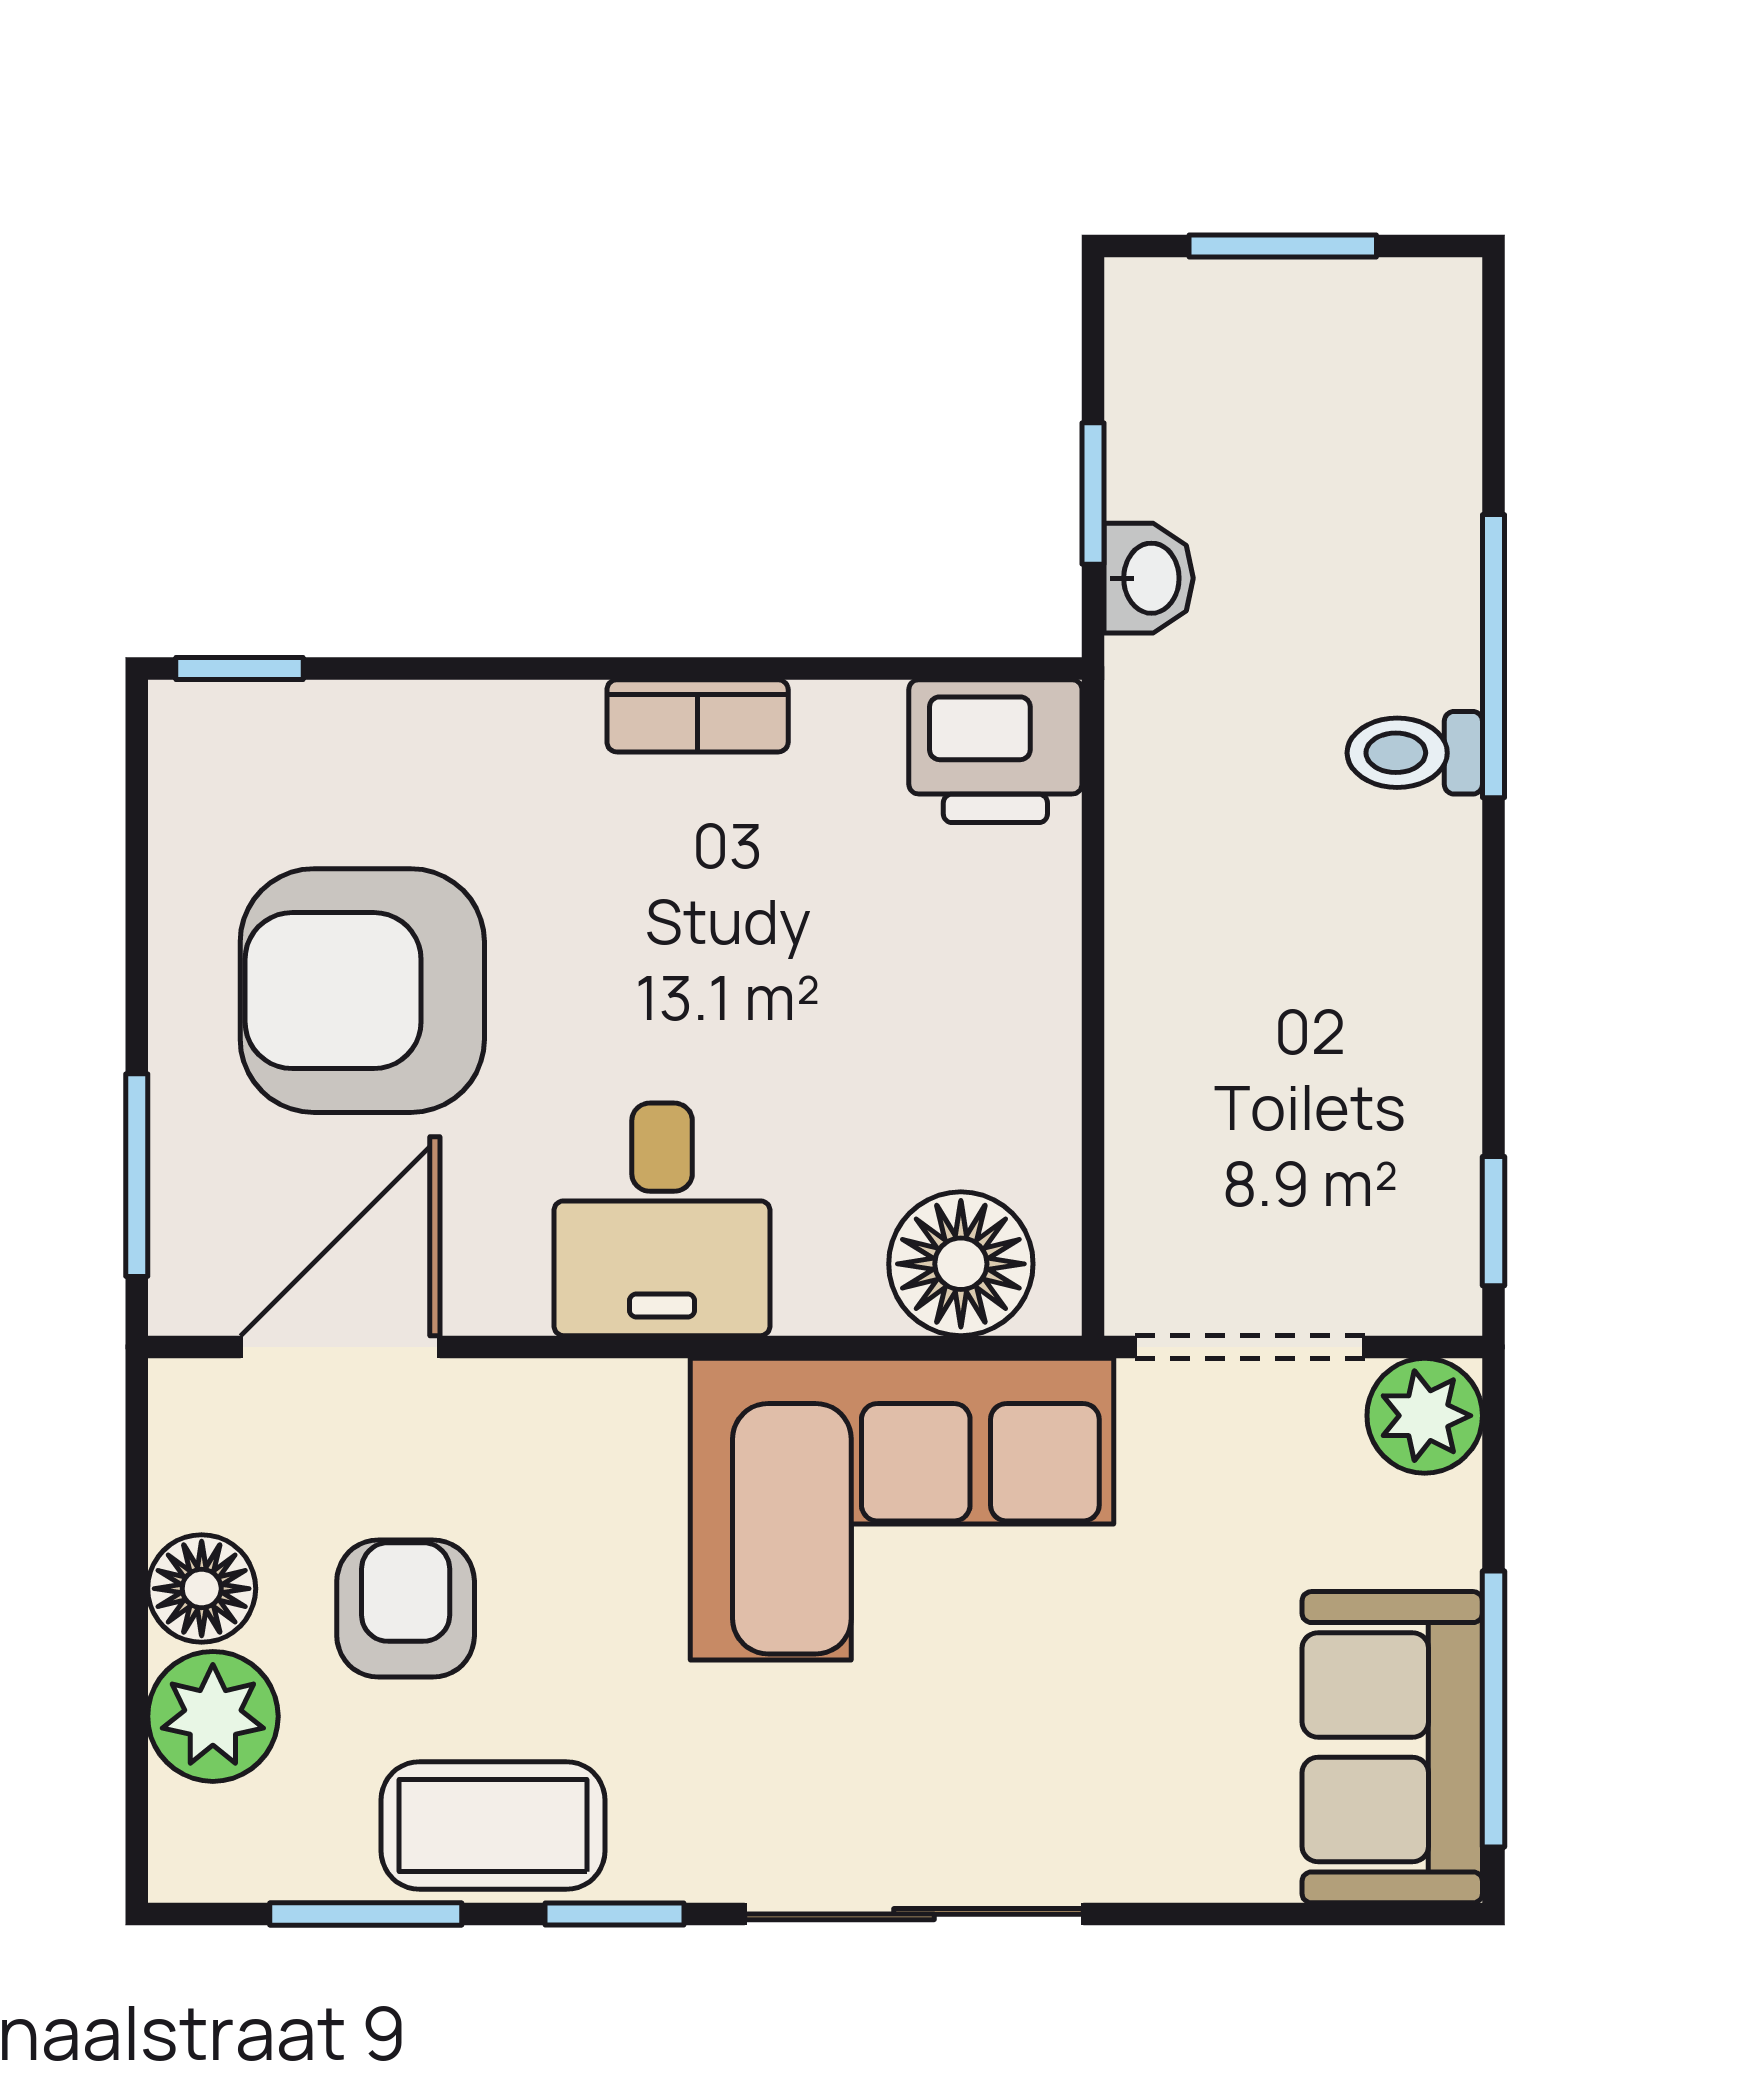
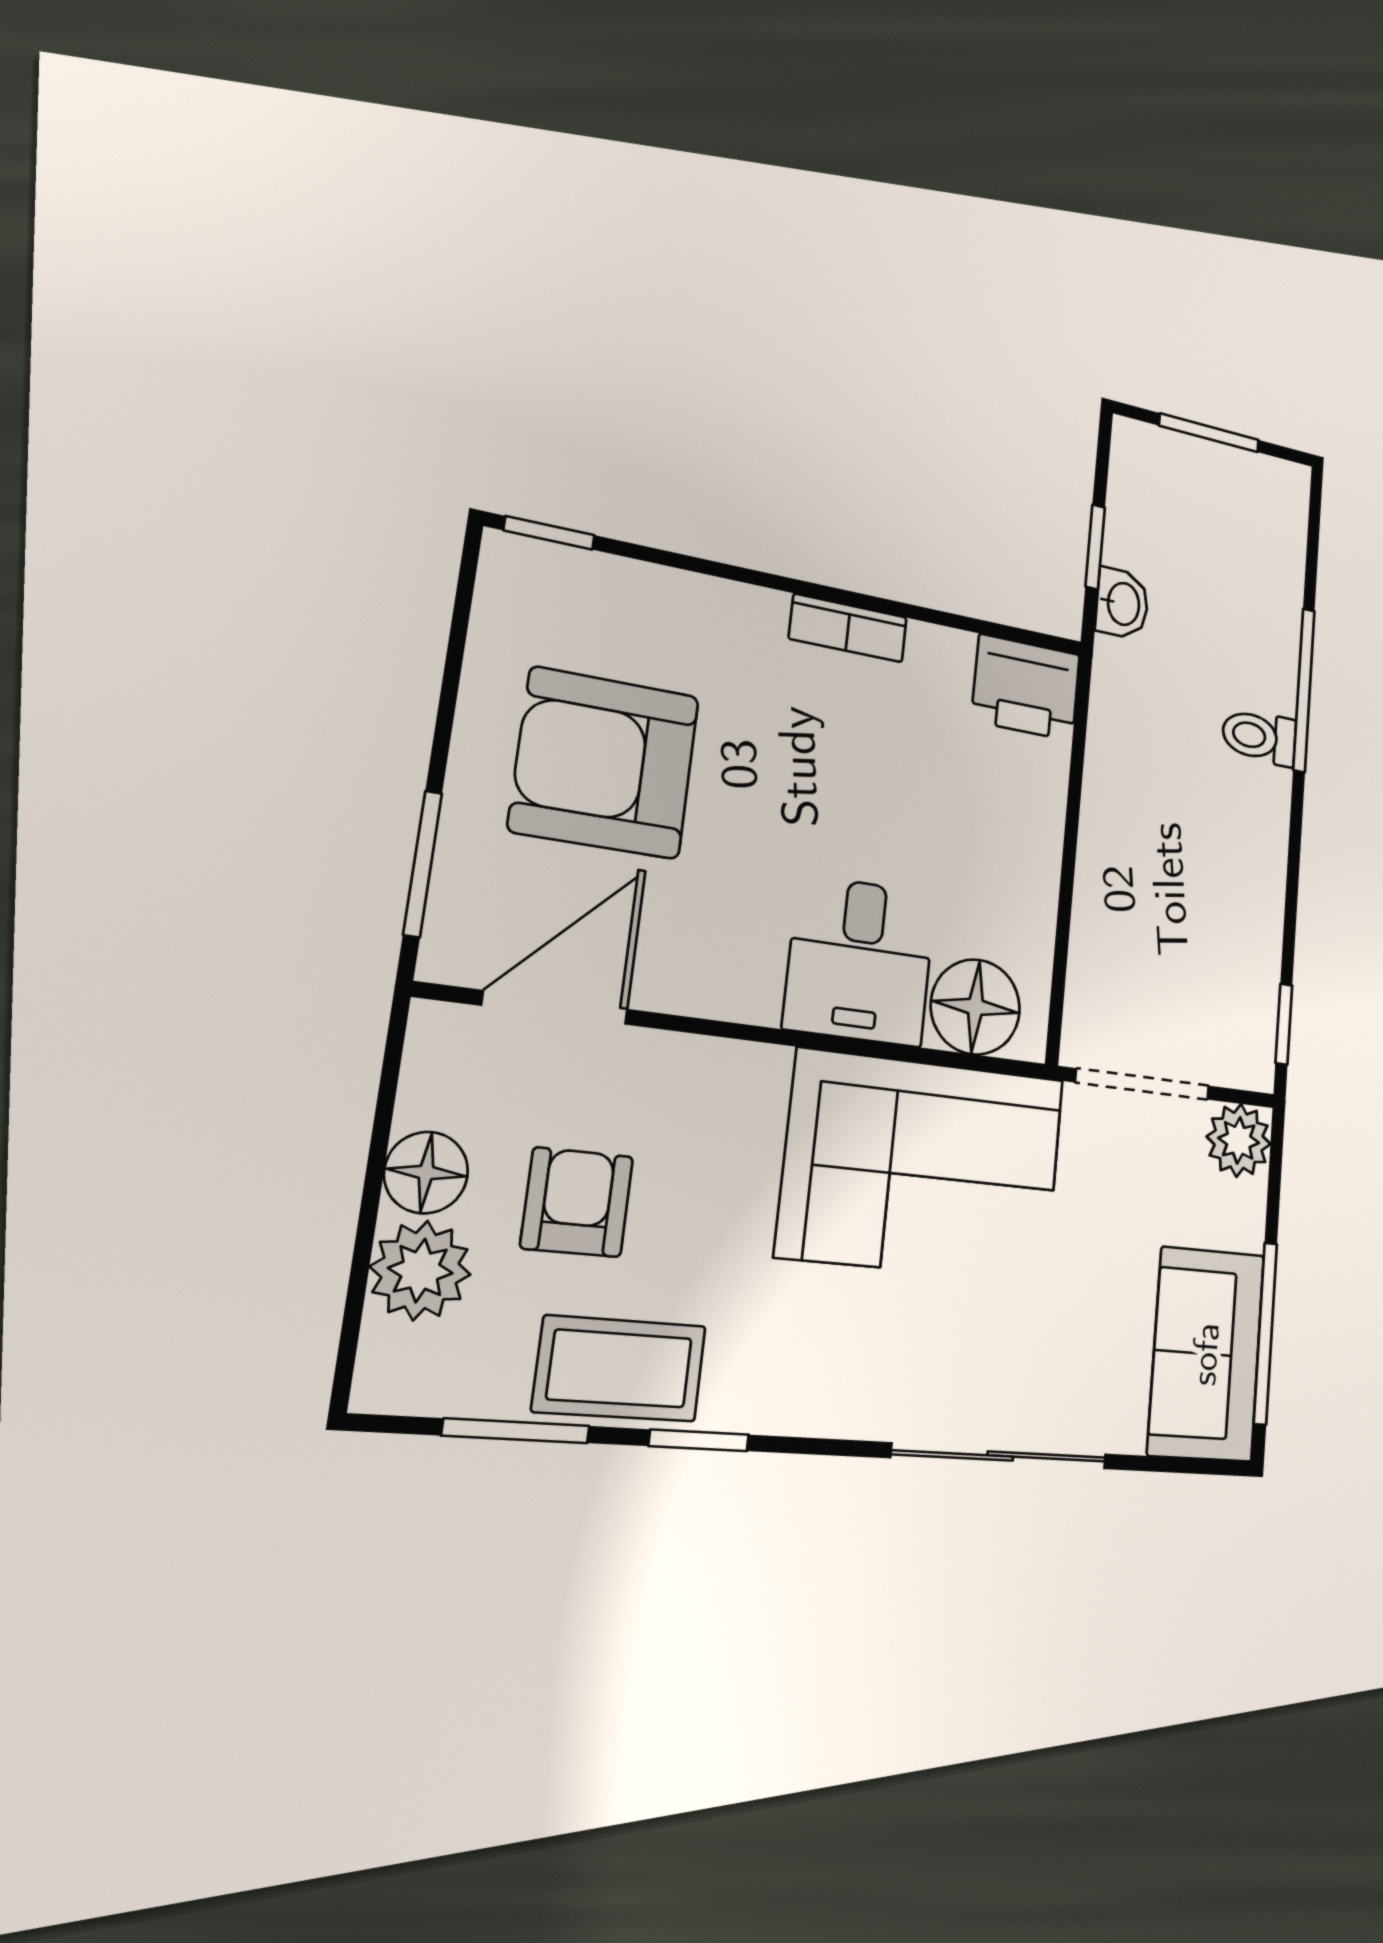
desk: (662, 1219) -> (860, 961), moved
sliding door: (914, 1914) -> (1000, 1456), moved

